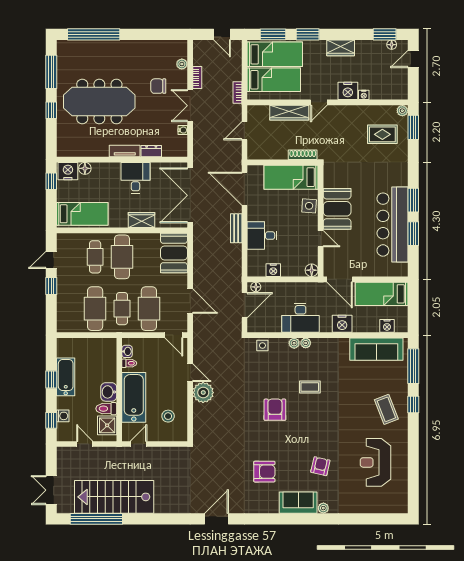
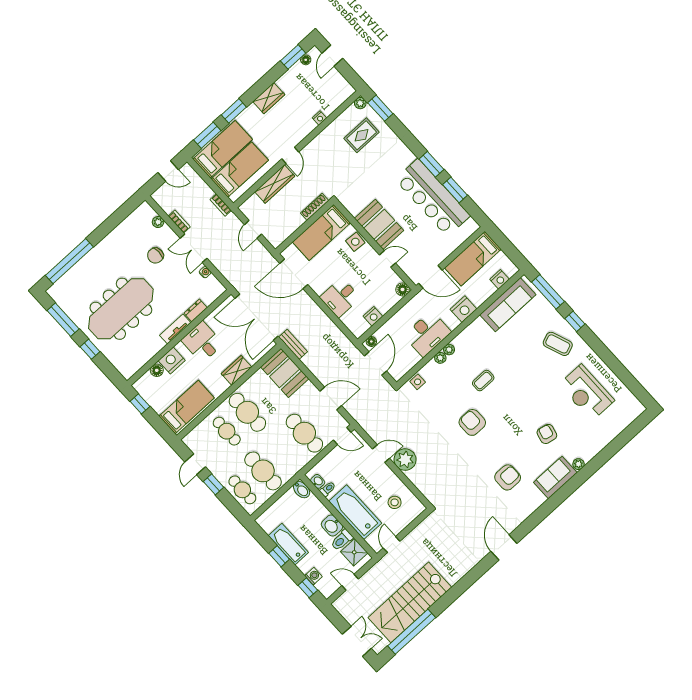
nightstand: (348, 91) -> (304, 126), removed
nightstand: (68, 171) -> (172, 360), moved
bench: (236, 228) -> (293, 344), moved
cafe table: (122, 309) -> (242, 490), moved
bidet: (110, 347) -> (302, 490), added
double door: (51, 490) -> (357, 641), swing flipped

